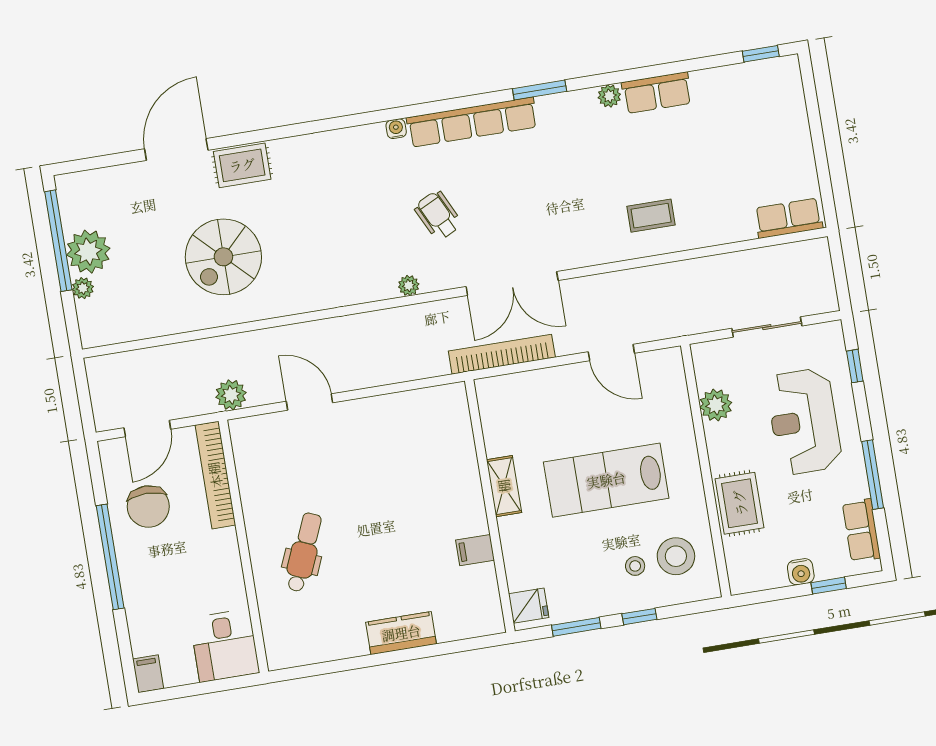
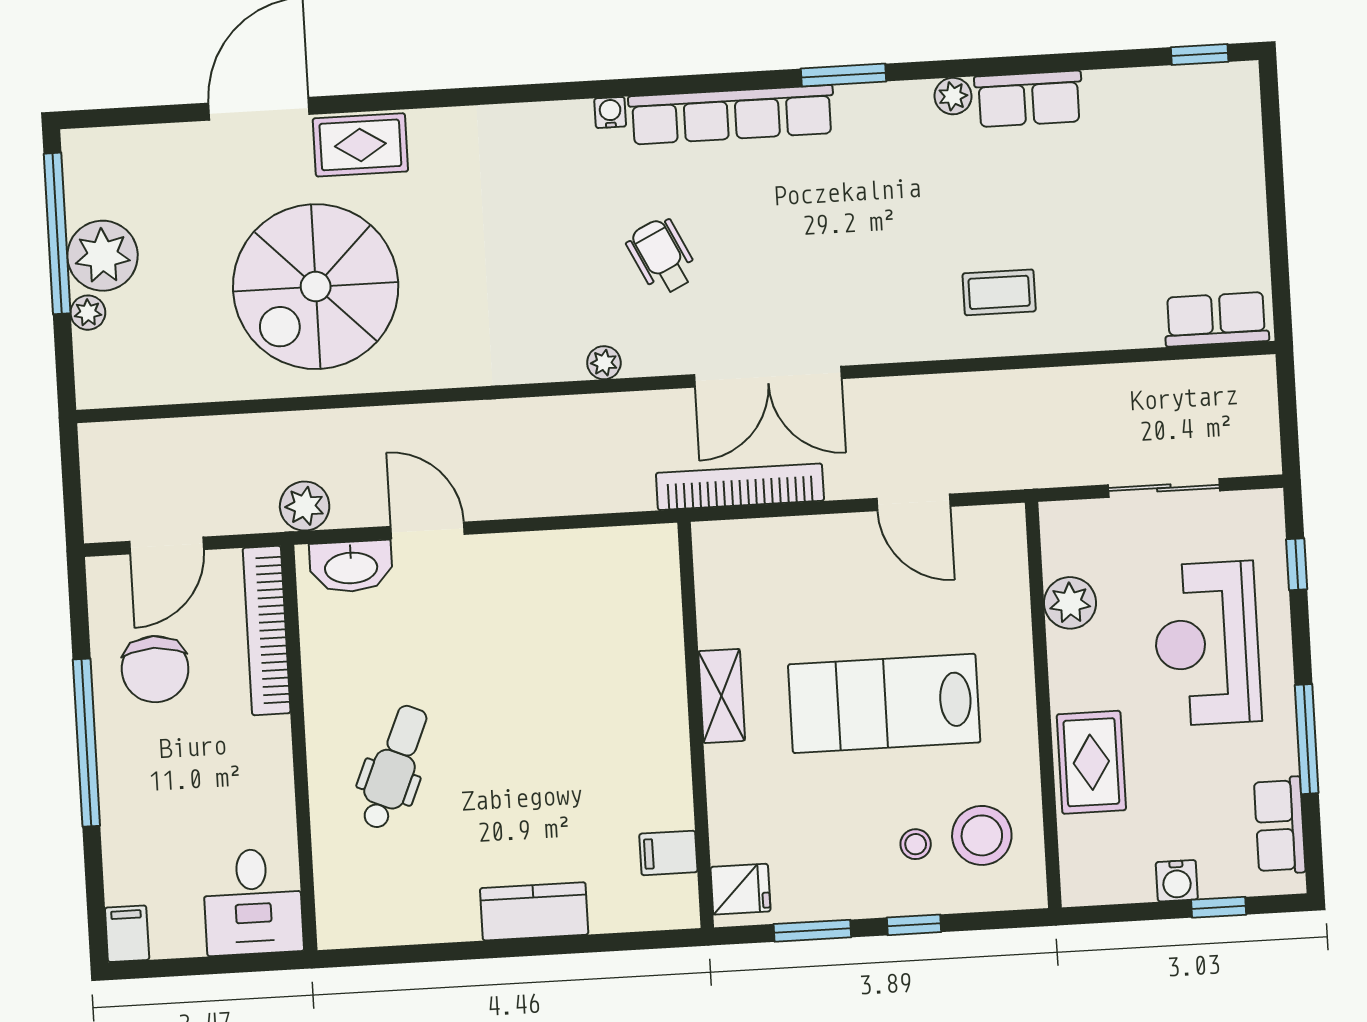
spiral stairs: (223, 257) -> (316, 287), width x1.37, depth x1.37
washbasin: (264, 430) -> (351, 566), added
filing cabinet: (475, 550) -> (668, 853), moved

